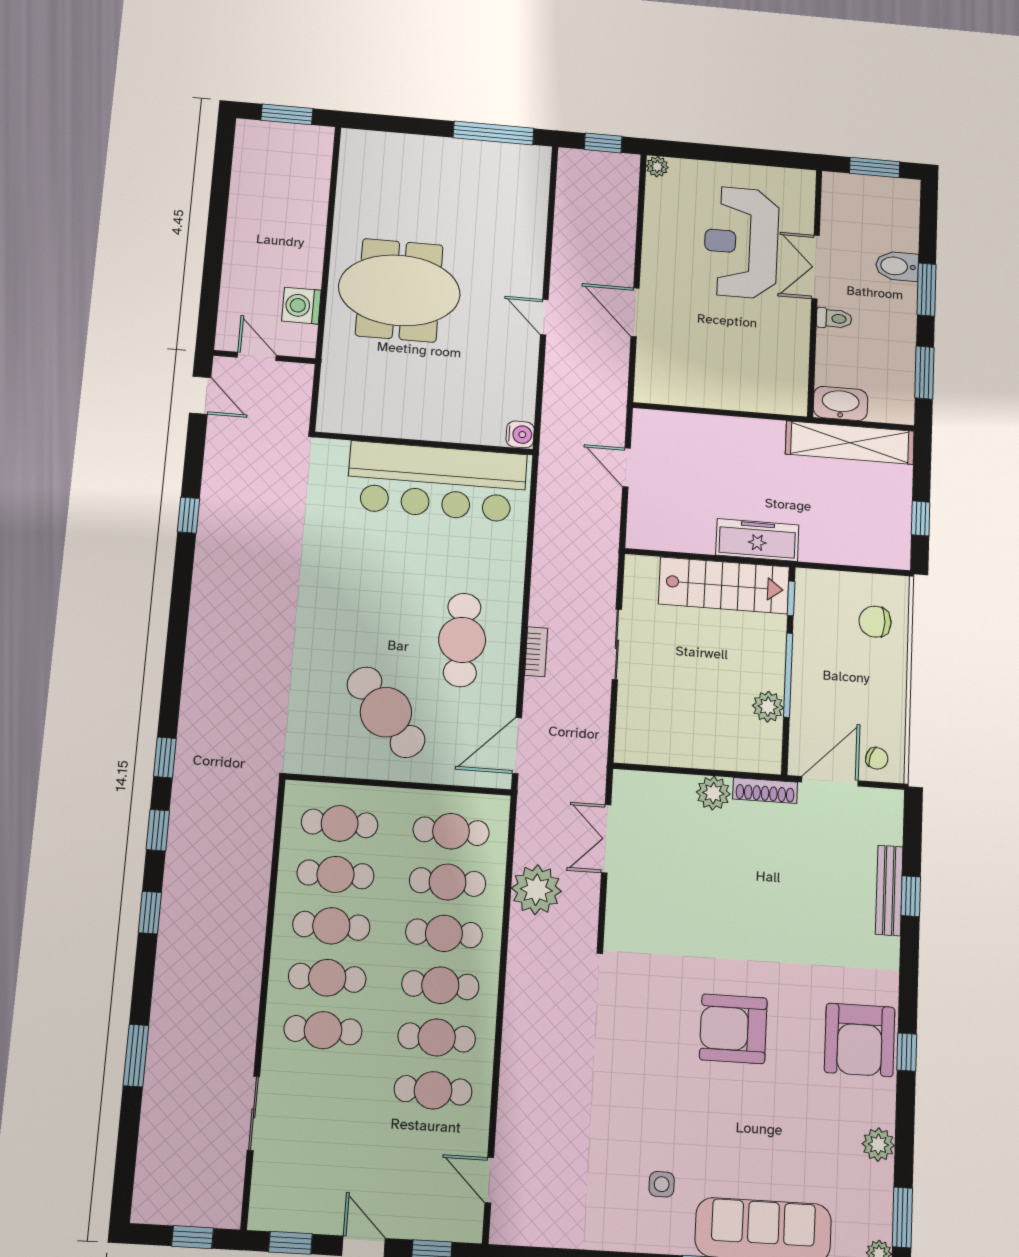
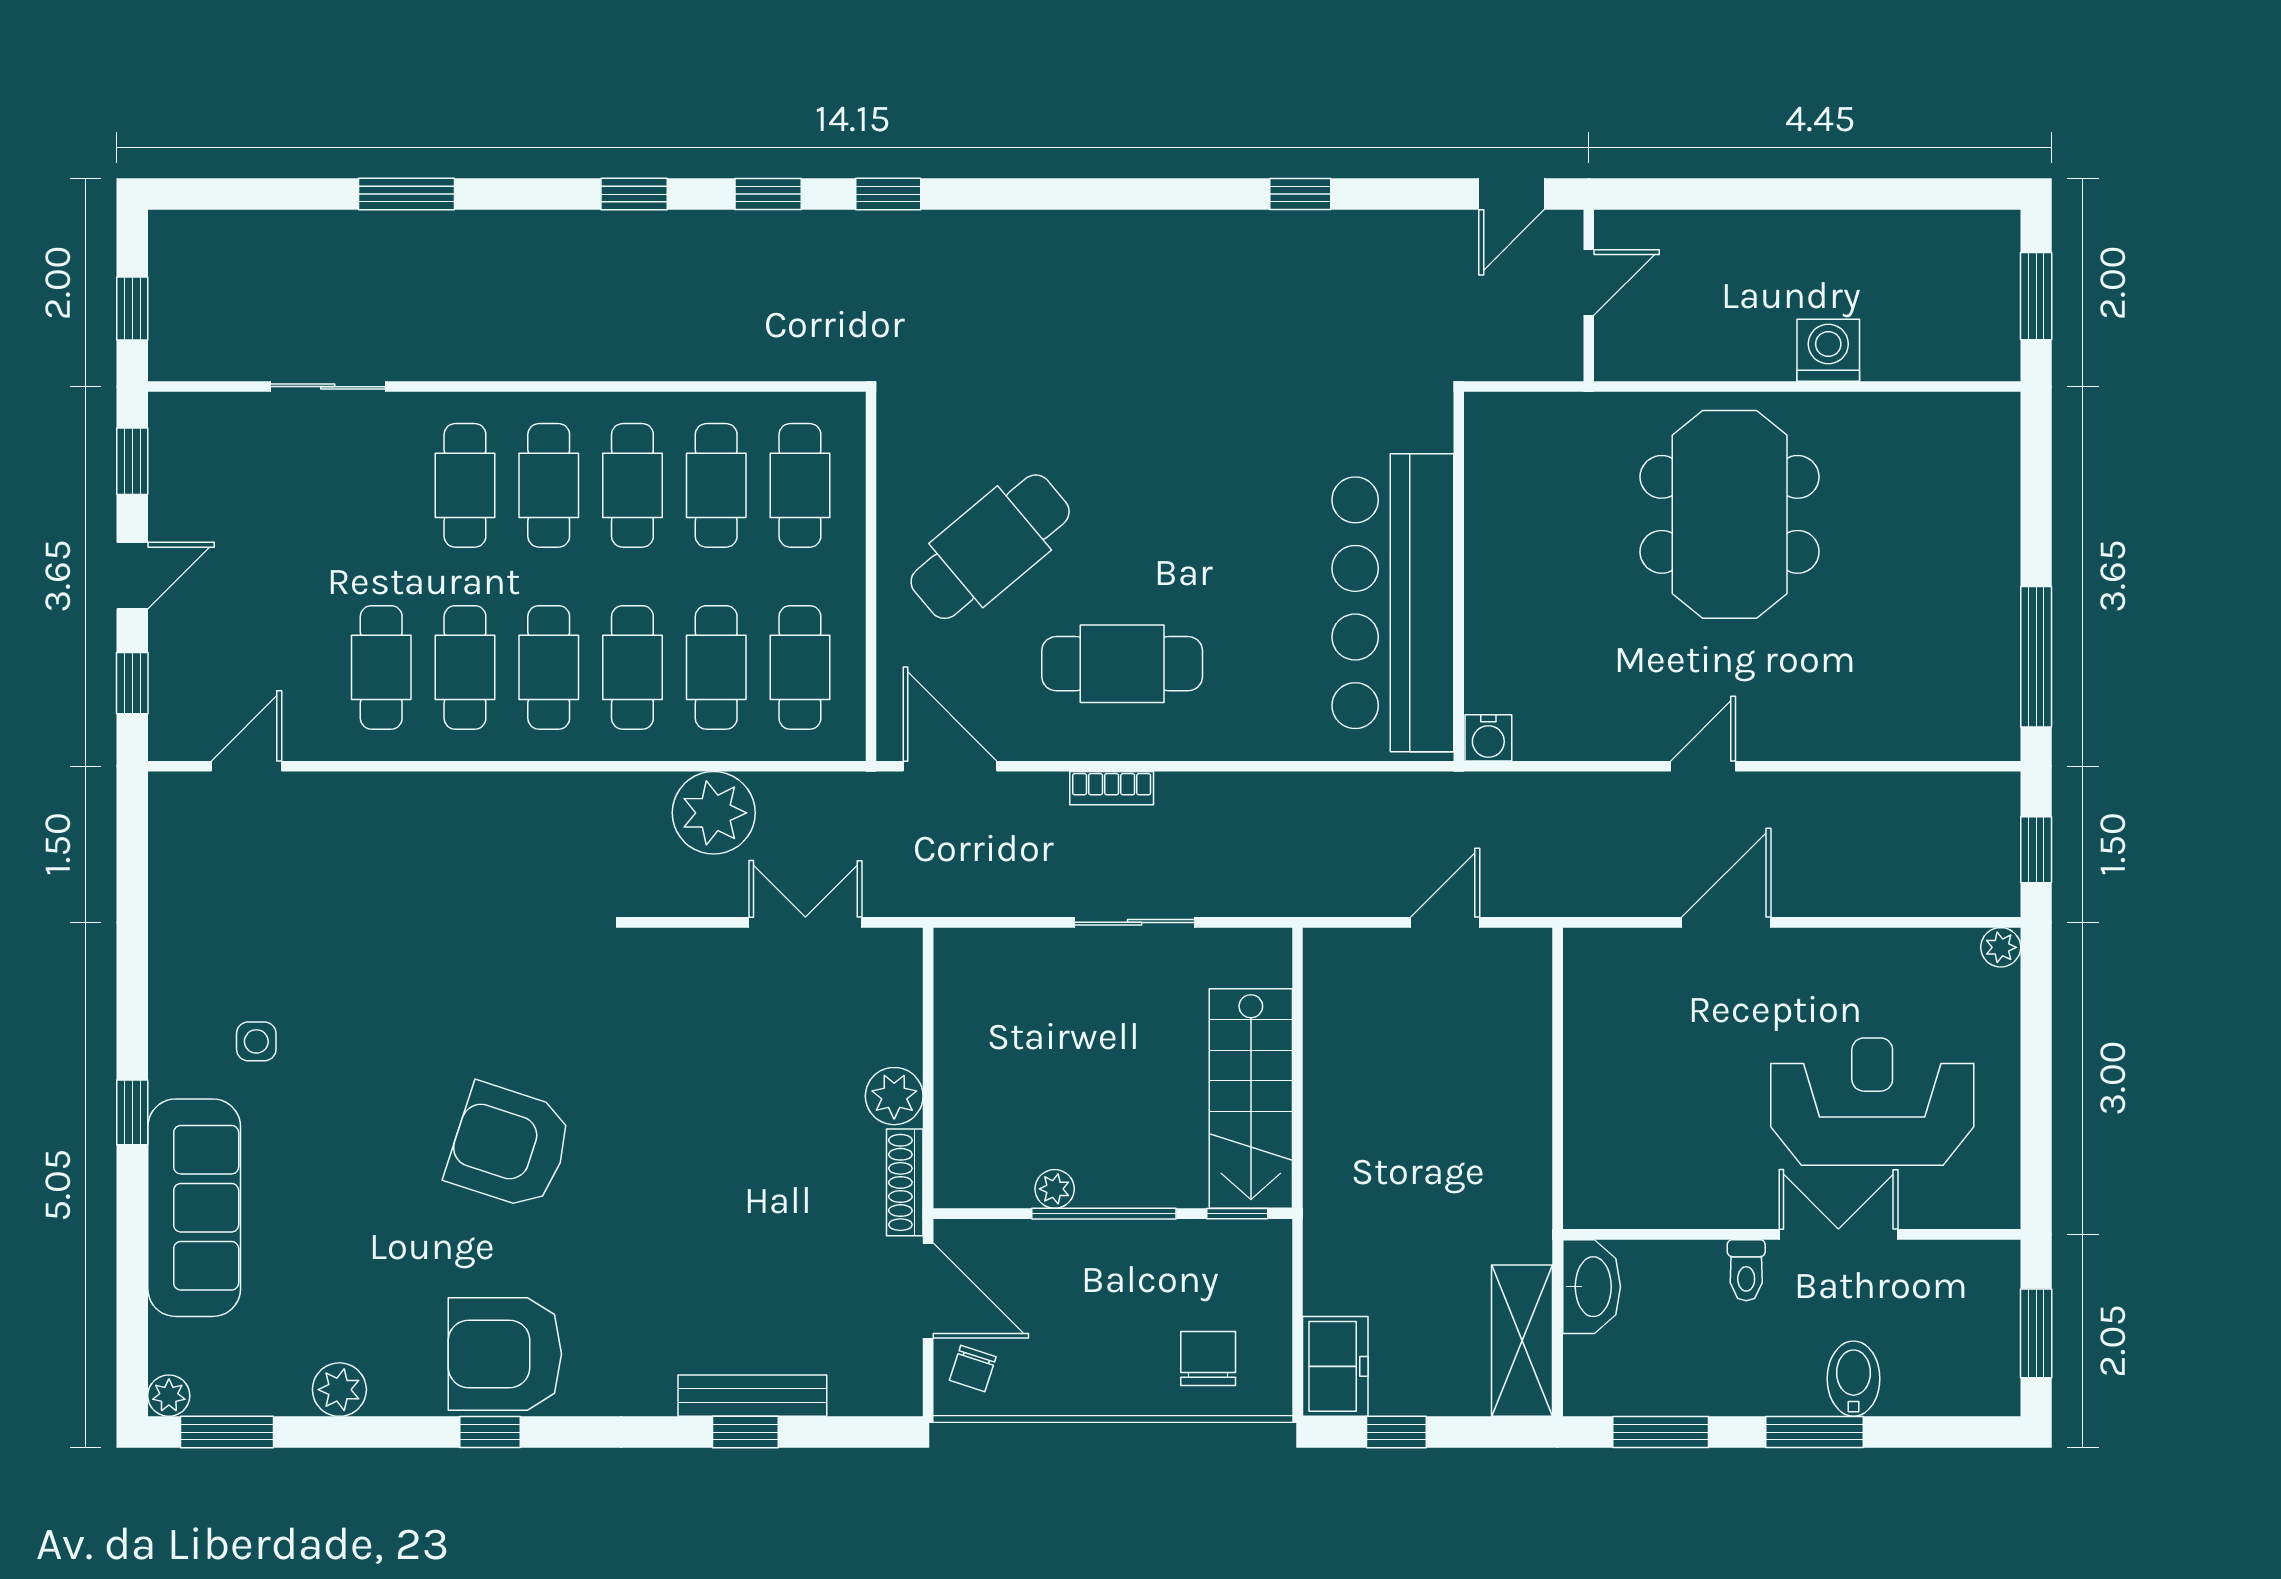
washing machine: (301, 306) -> (1828, 350), moved
shelving: (850, 443) -> (1522, 1341), width x0.68
freezer: (757, 540) -> (1335, 1366), moved, width x0.71
plant: (768, 707) -> (1055, 1189), width x0.73, depth x0.73
armchair: (733, 1029) -> (509, 1146), turned -72

